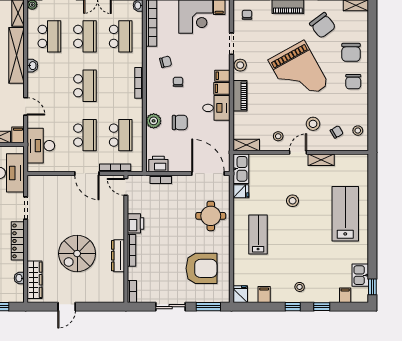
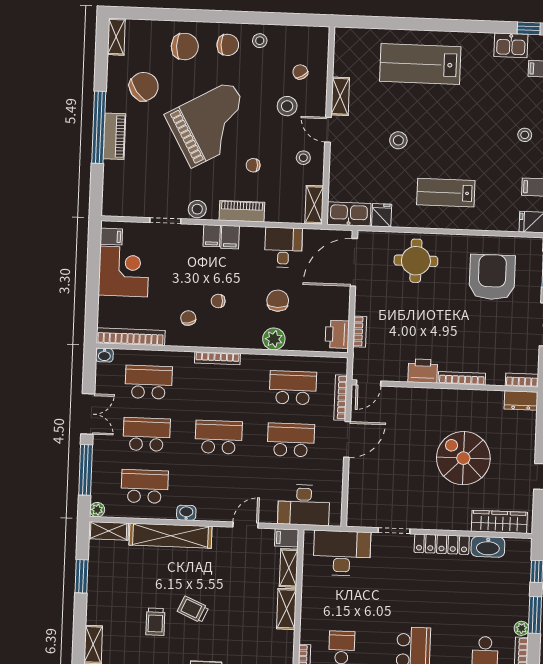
chair: (247, 15) -> (253, 165), moved
desk: (216, 108) -> (283, 247), moved
stool: (358, 131) -> (260, 41), moved
spiral stairs: (77, 254) -> (463, 458), turned 180
dresser: (118, 256) -> (521, 400), moved, width x0.70
washbasin: (19, 278) -> (488, 547), width x1.91, depth x1.45

